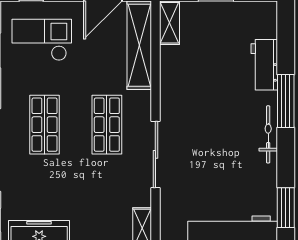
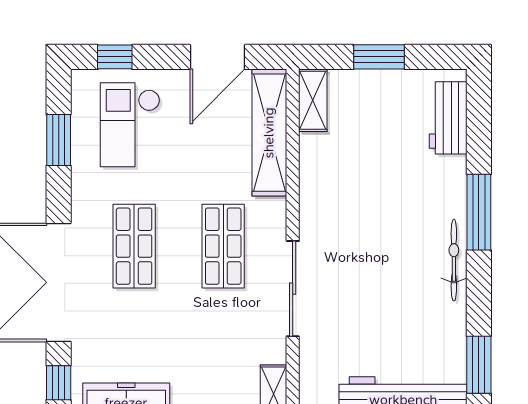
checkout: (42, 40) -> (130, 125), turned -90
workbench: (264, 65) -> (448, 118), moved

